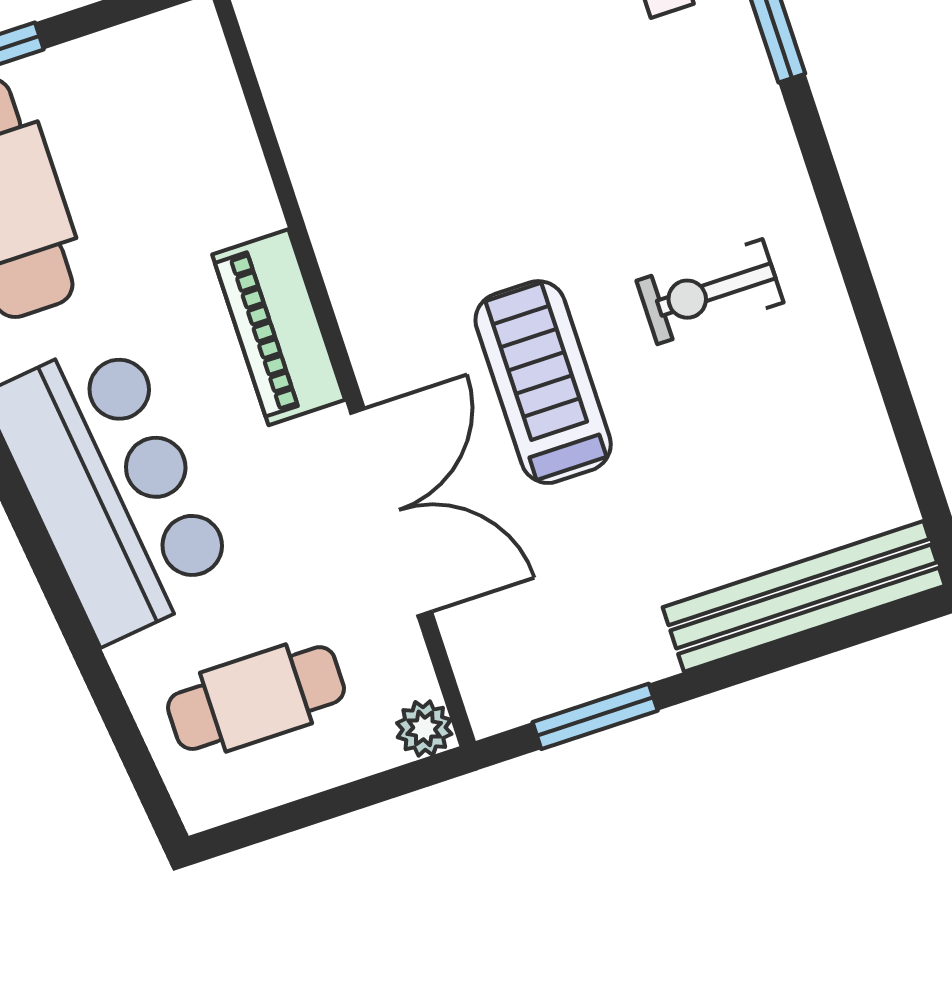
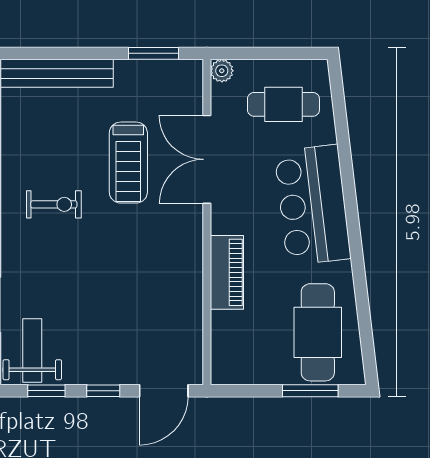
piano: (279, 327) -> (227, 272), moved
treadmill: (543, 382) -> (128, 163), moved

